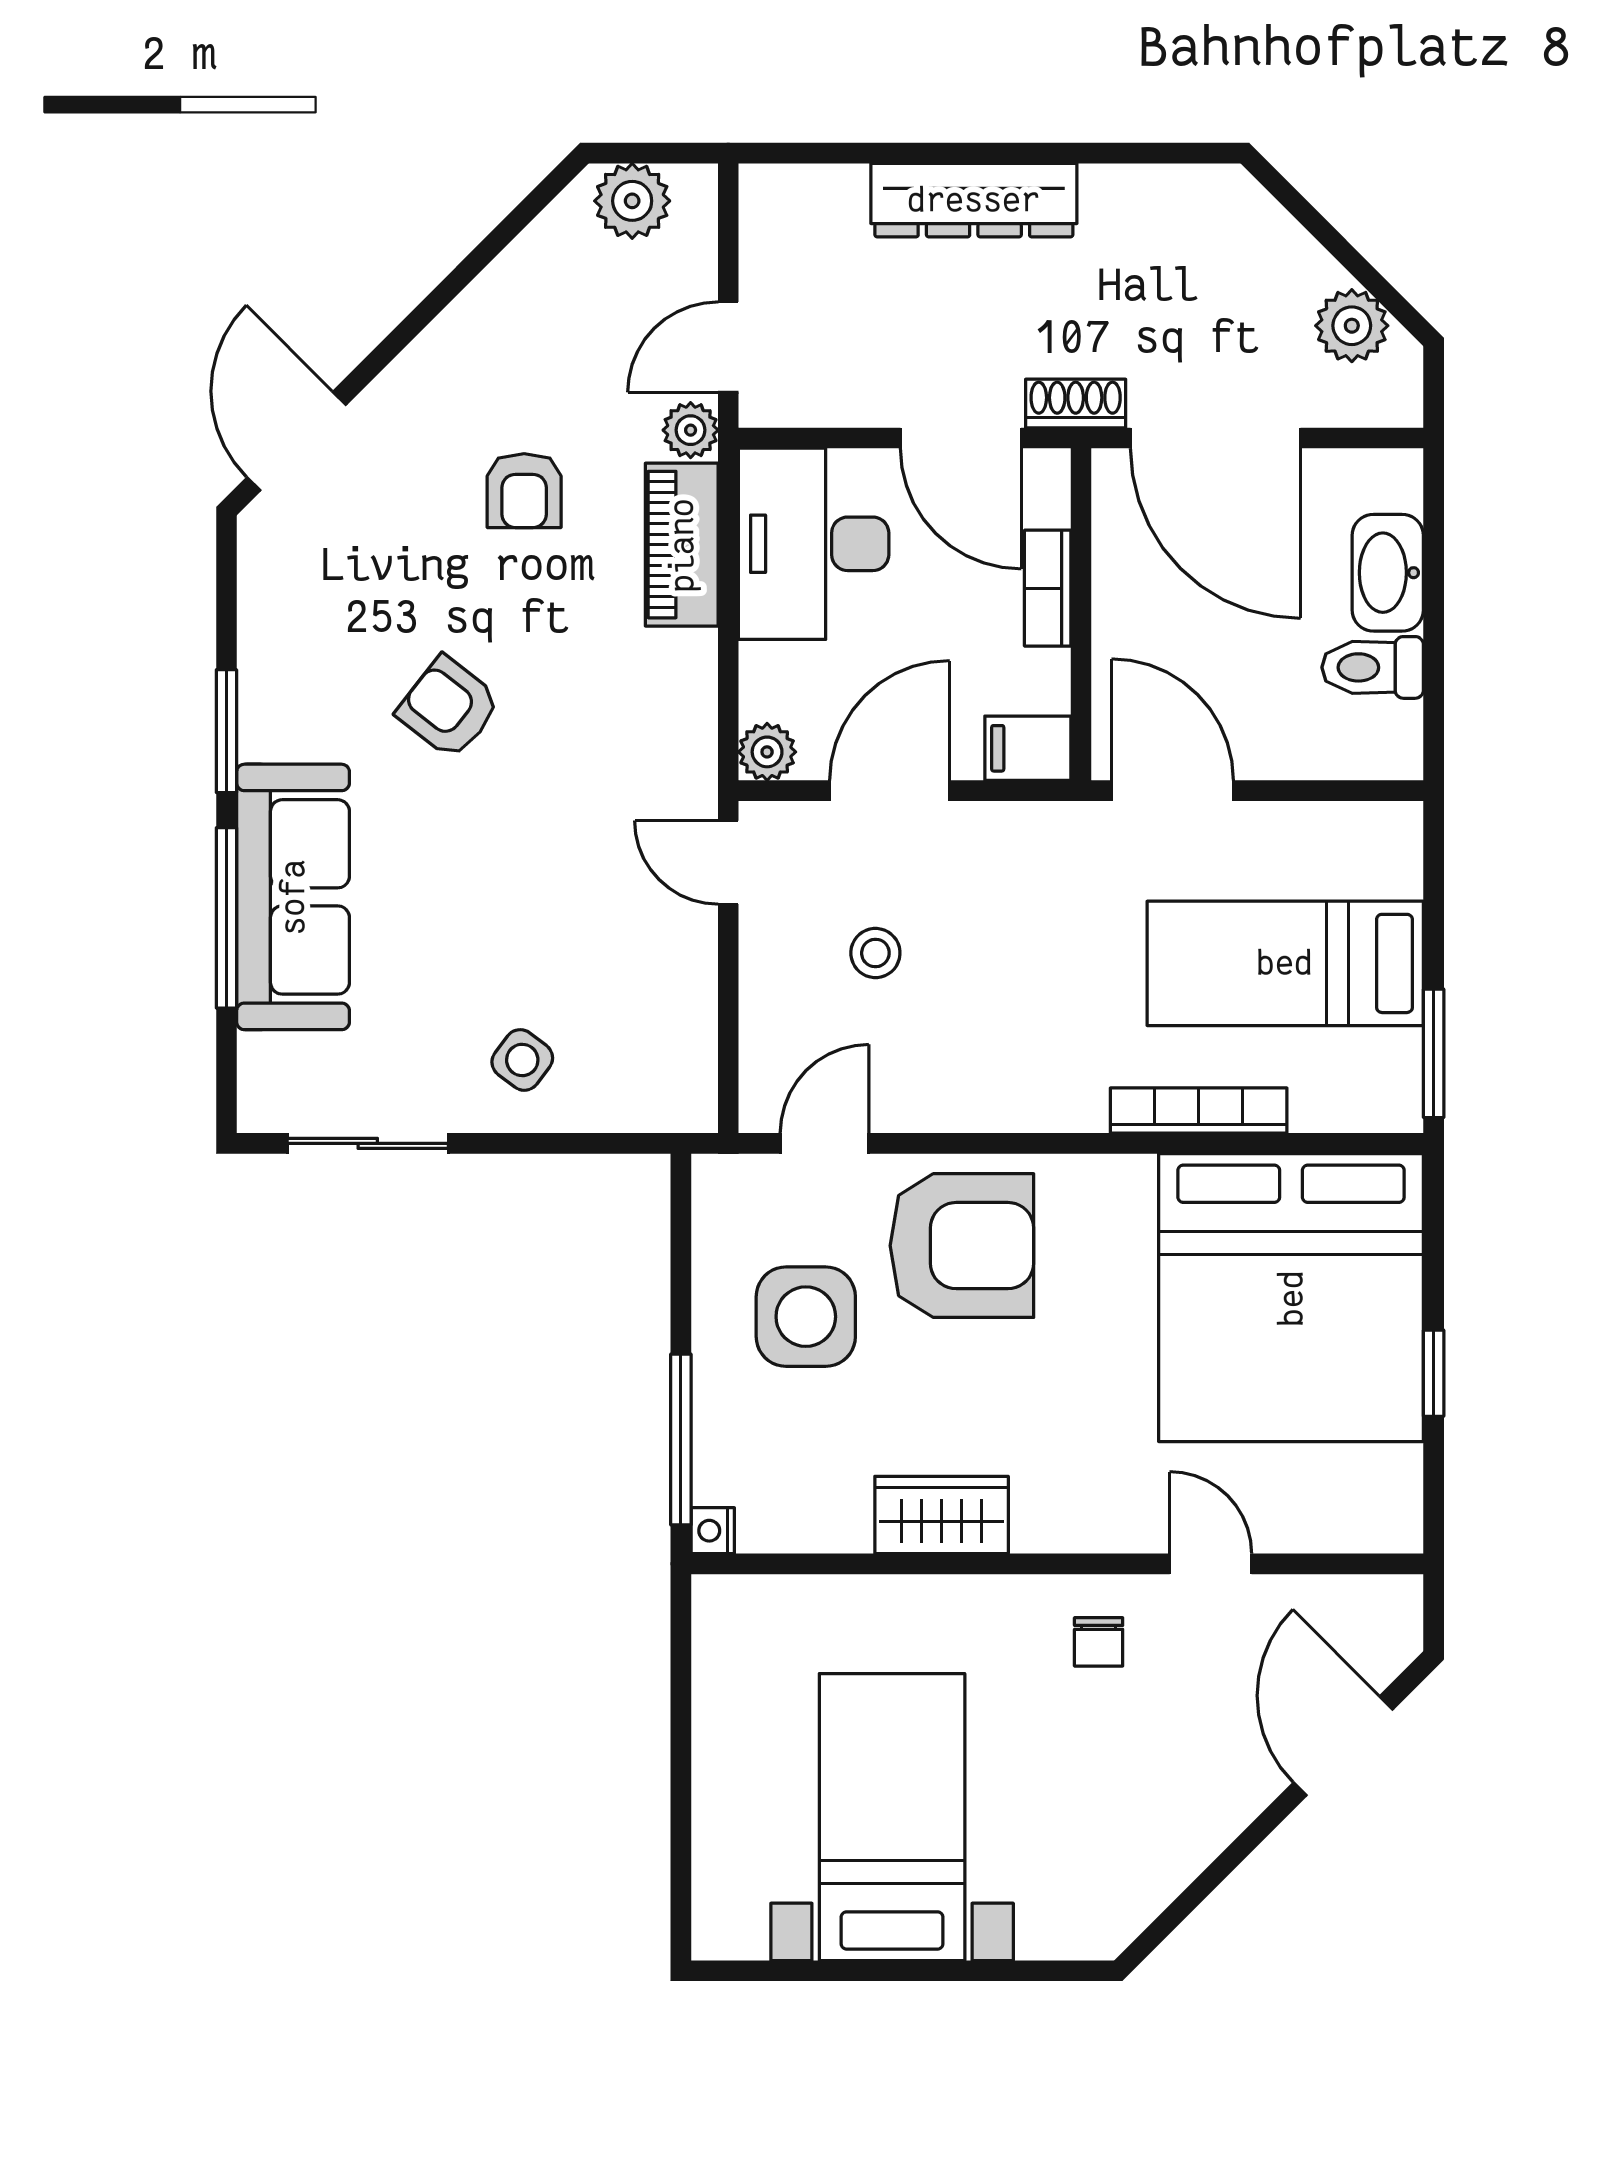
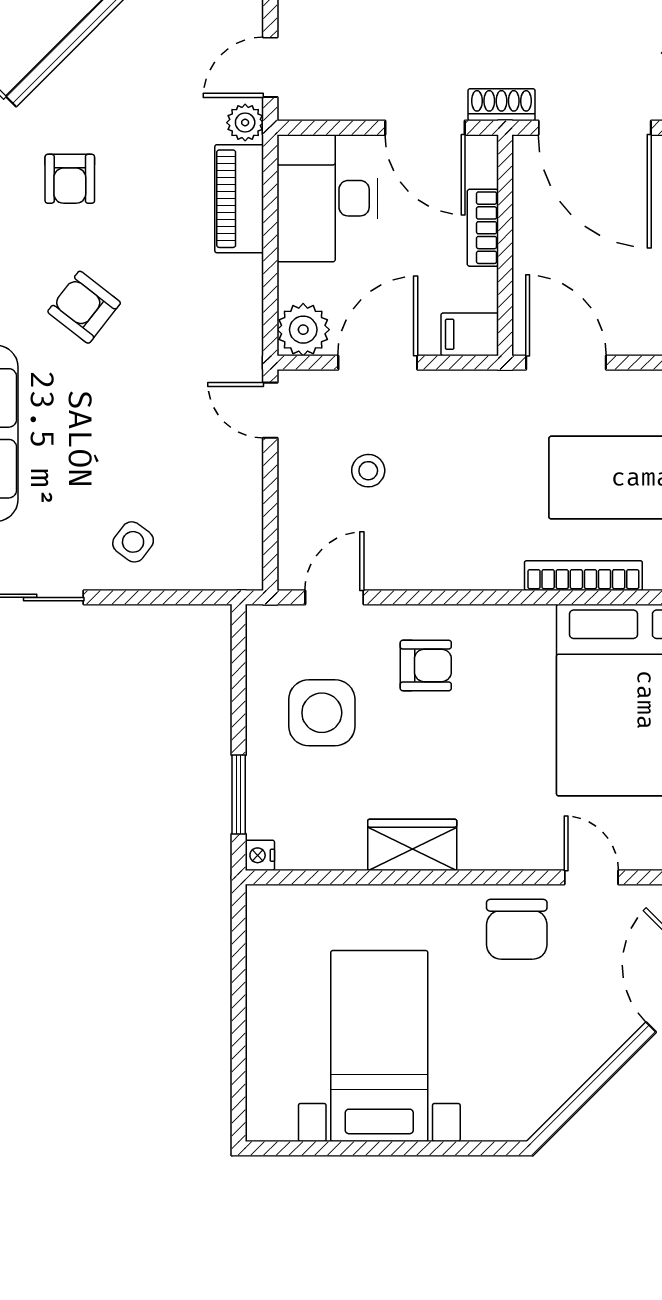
armchair: (524, 491) -> (70, 179), moved
plant: (767, 752) -> (303, 330), width x1.38, depth x1.38
armchair: (962, 1246) -> (426, 665), width x0.53, depth x0.53
window: (681, 1439) -> (239, 795), width x0.69
chair: (1099, 1642) -> (517, 929), width x1.87, depth x1.87

